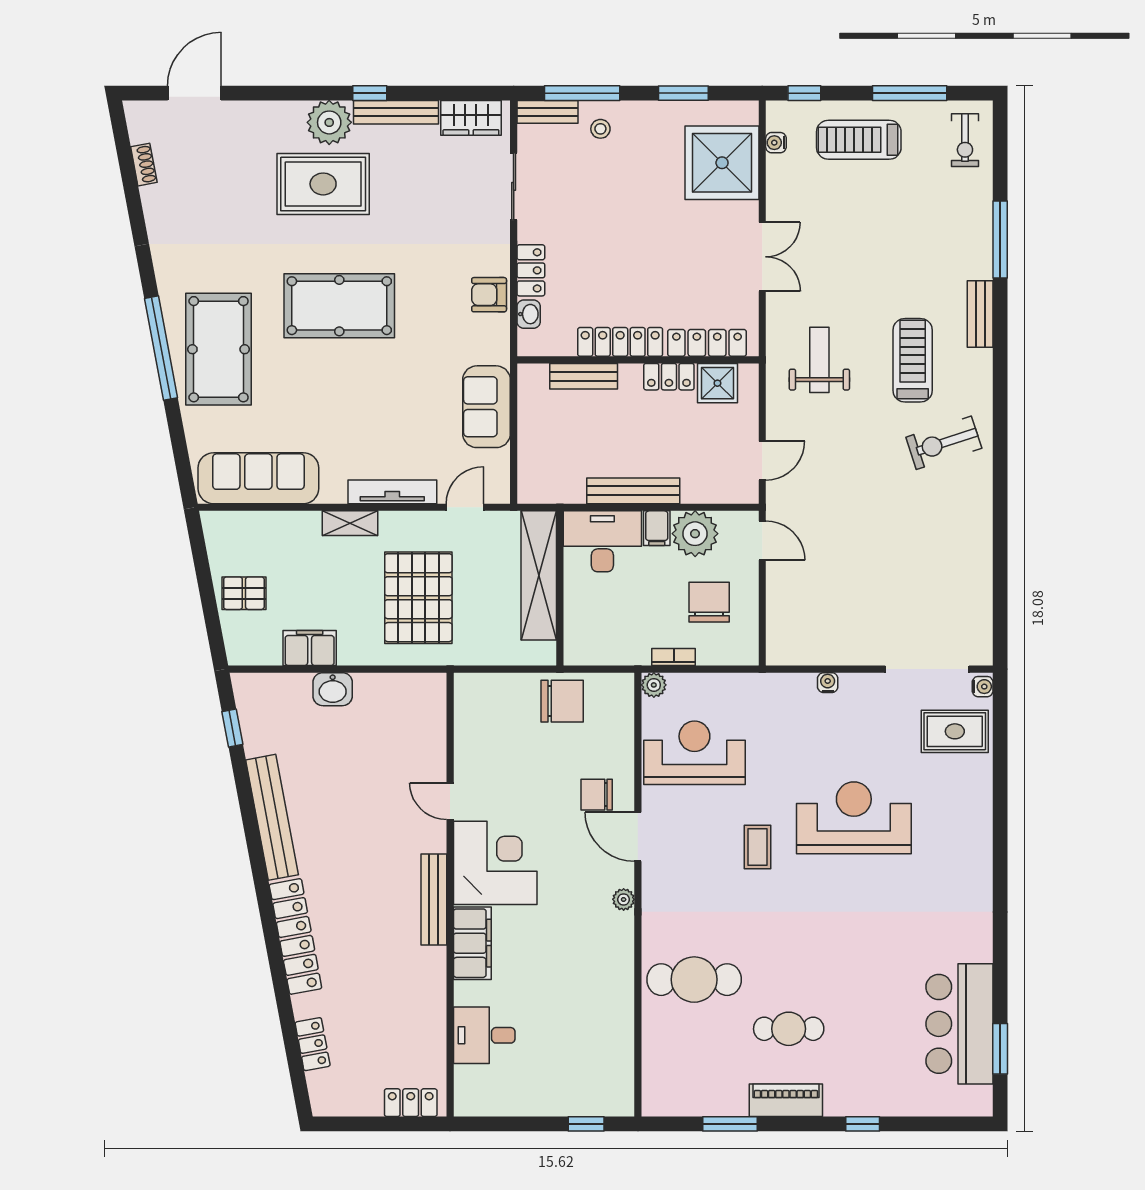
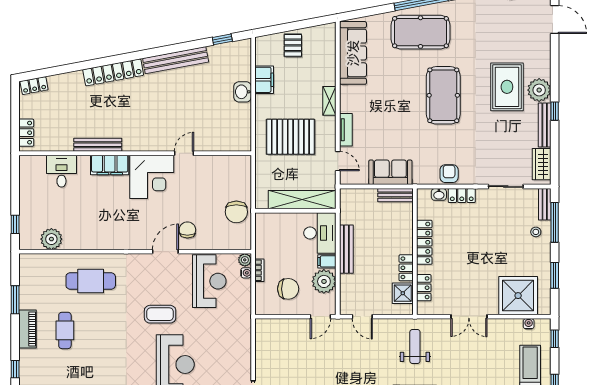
locker: (707, 343) -> (424, 288), width x0.66
weight bench: (819, 360) -> (415, 347), turned -90
bench: (584, 376) -> (395, 195), moved, turned 90
tv unit: (392, 492) -> (346, 130), width x0.71
water cooler: (828, 683) -> (246, 273), moved
coffee table: (758, 847) -> (160, 314), width x1.36, depth x1.30
bench: (434, 899) -> (98, 145), moved
plant: (624, 899) -> (51, 239), moved, width x1.88, depth x1.88
cafe table: (694, 980) -> (91, 281), turned 90
locker: (313, 1044) -> (34, 86), moved

